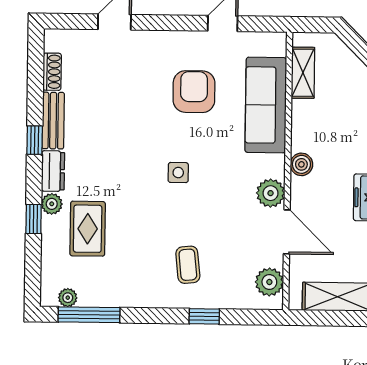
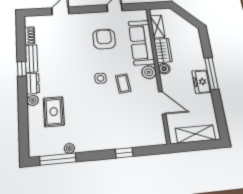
wardrobe: (305, 126) -> (163, 50), added
plant: (271, 193) -> (149, 72), moved
window: (34, 219) -> (23, 109), removed
coffee table: (188, 265) -> (123, 84), moved
plant: (269, 282) -> (157, 130), removed
plant: (68, 298) -> (69, 148), moved

